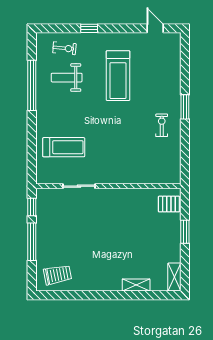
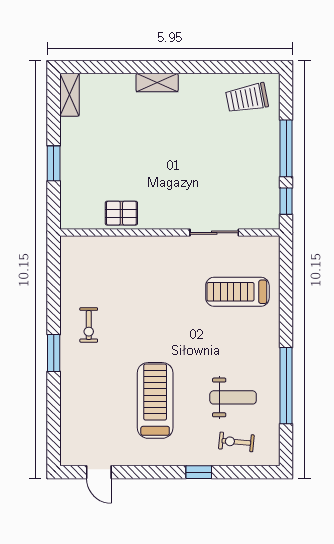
pallet: (169, 204) -> (121, 213), moved
shelving: (136, 285) -> (157, 83), moved

